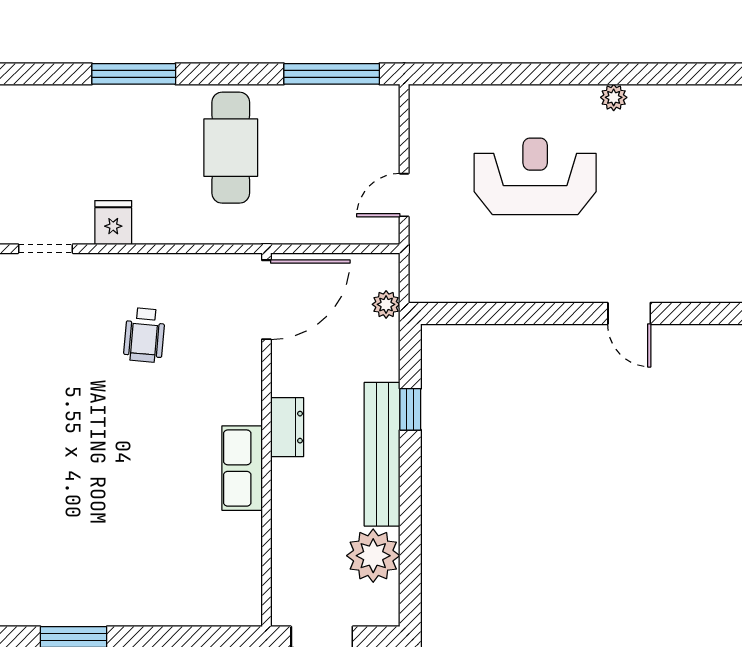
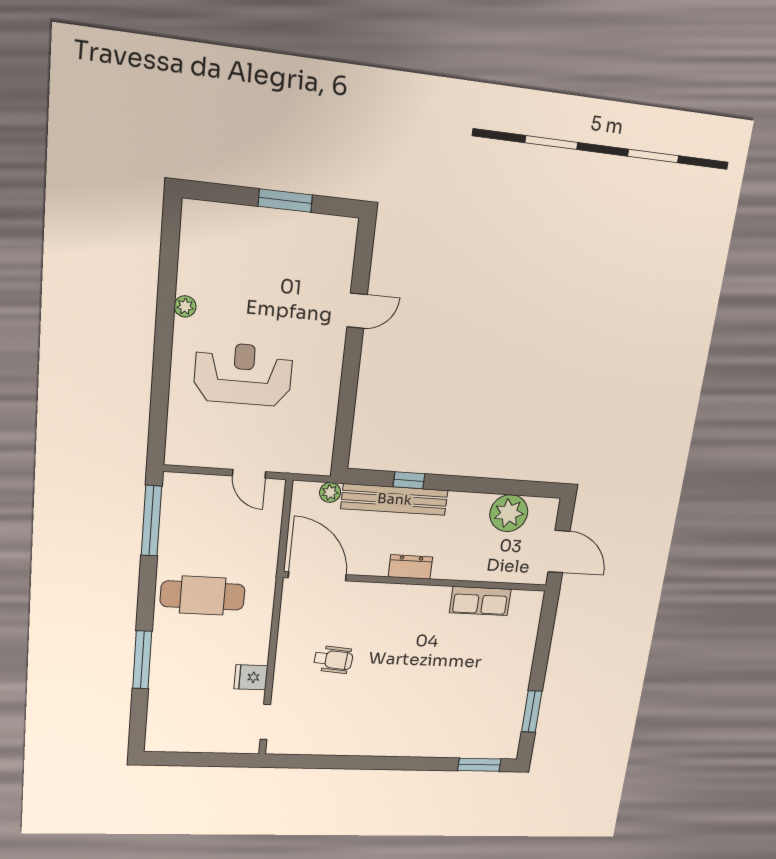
reception desk: (535, 176) -> (243, 374), turned 90
bench: (382, 454) -> (395, 499), moved
row of seats: (242, 468) -> (480, 601), moved

